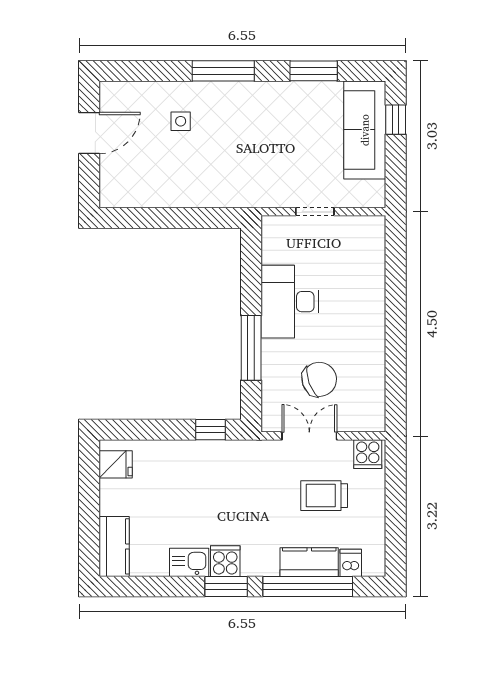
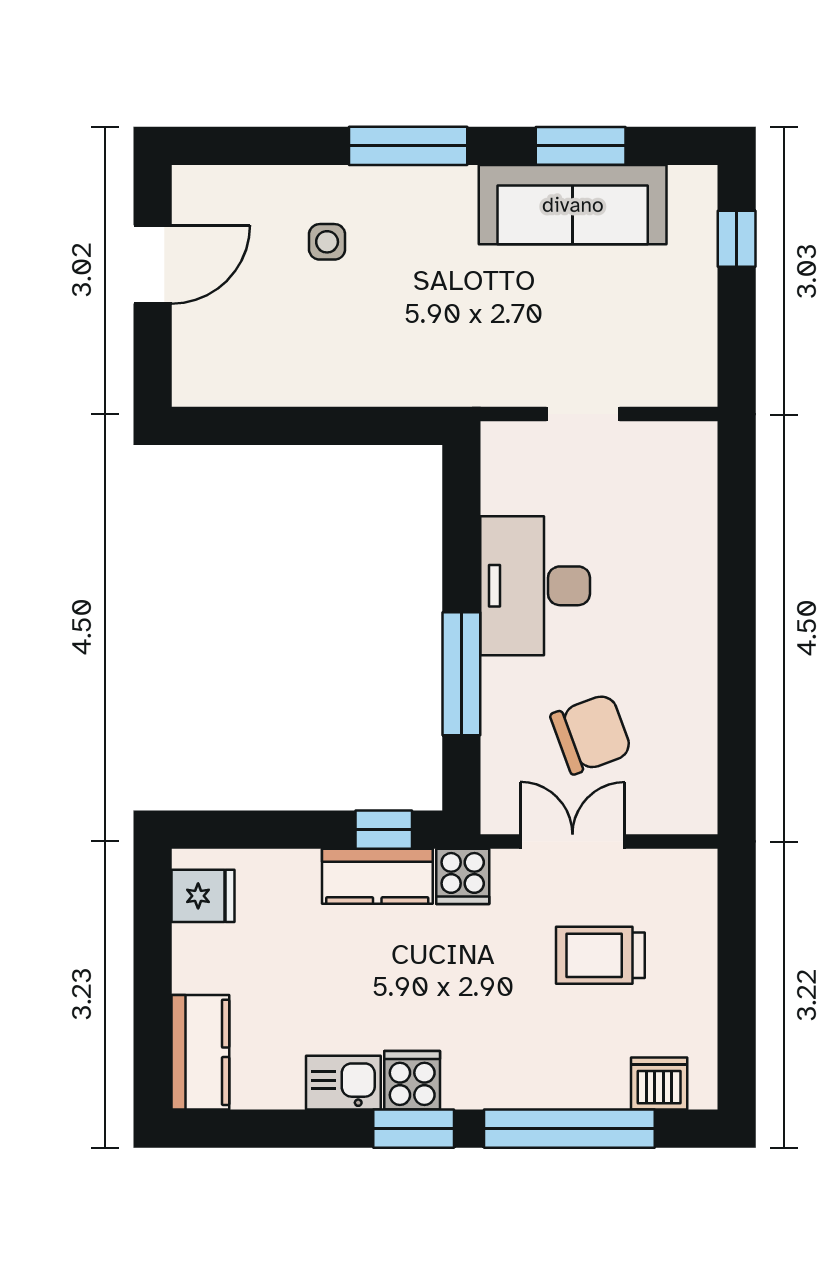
sofa: (365, 130) -> (573, 205), moved, turned -90
cooker: (368, 454) -> (463, 876), moved
kitchen counter: (309, 562) -> (377, 876), moved, turned 180
dishwasher: (351, 563) -> (659, 1084), width x1.38

